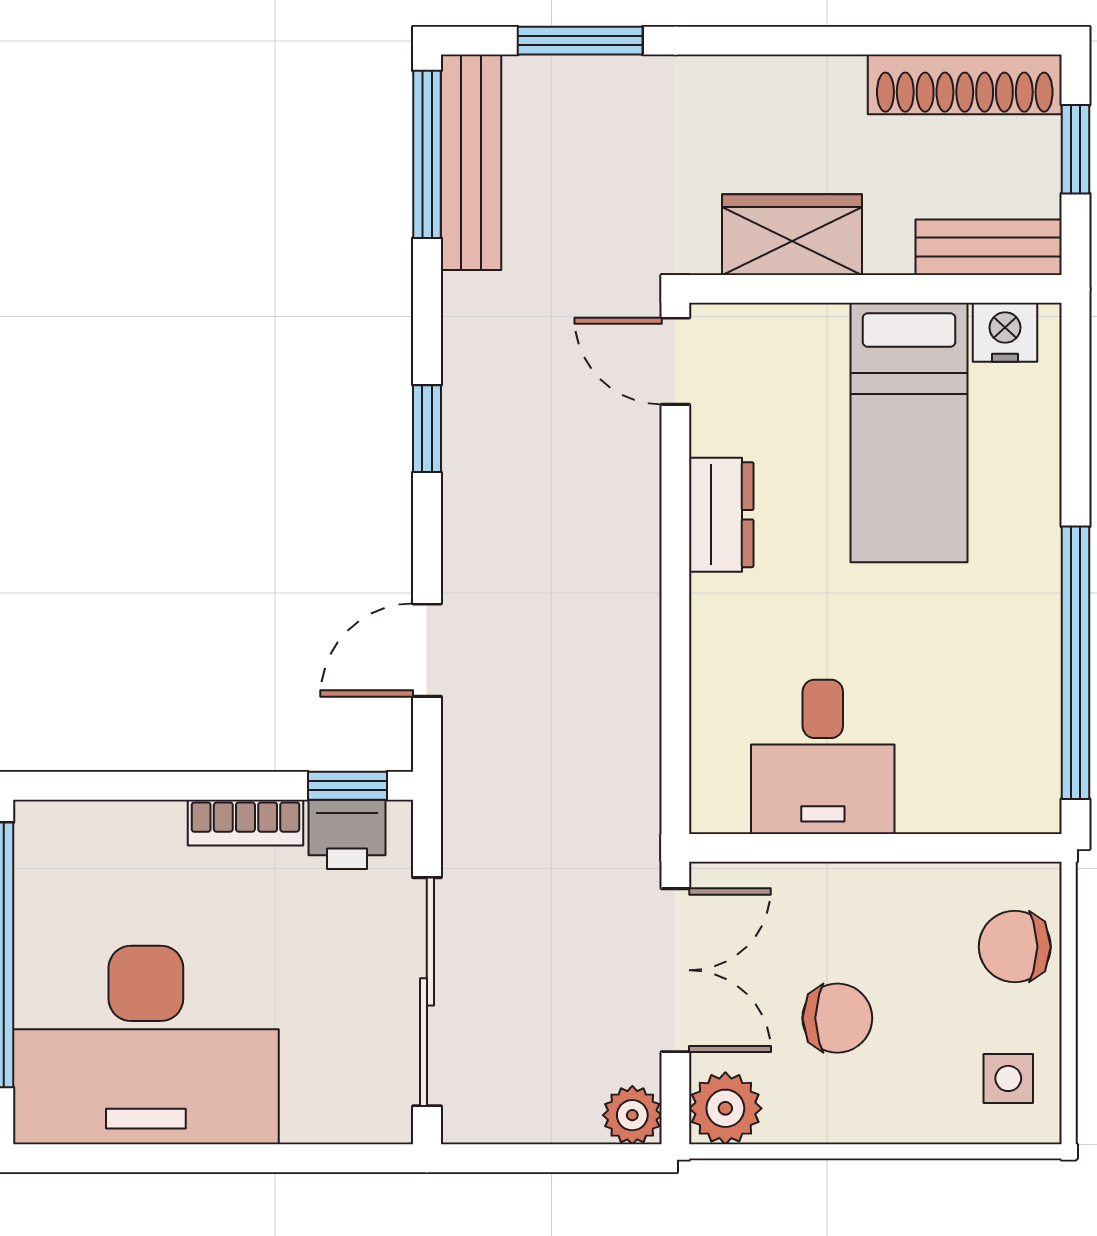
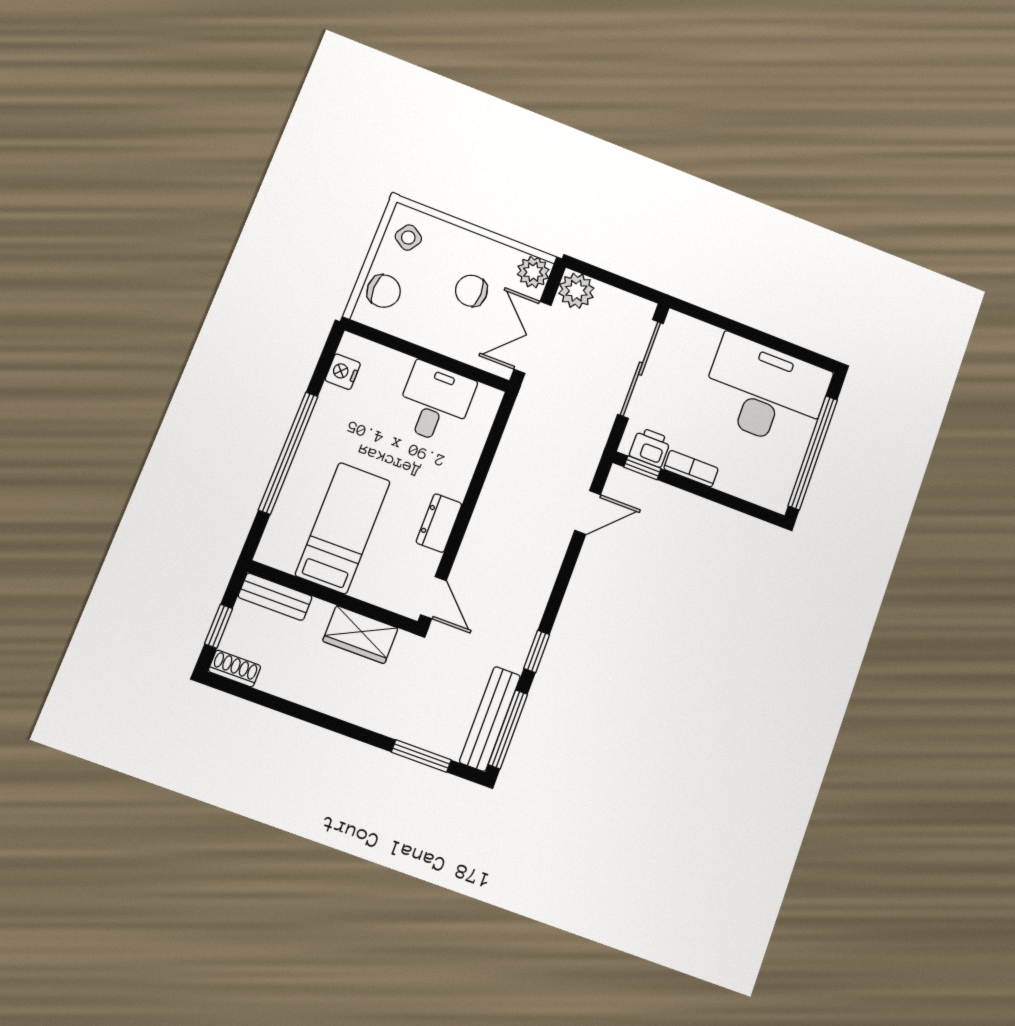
shoe rack: (965, 84) -> (235, 669), width x0.51, depth x0.81
nightstand: (1005, 332) -> (343, 372), moved, turned 90
window: (427, 429) -> (537, 651), moved
window: (1076, 663) -> (288, 453), moved
side table: (1008, 1078) -> (408, 238), turned 33
plant: (632, 1115) -> (576, 291), width x1.38, depth x1.38

